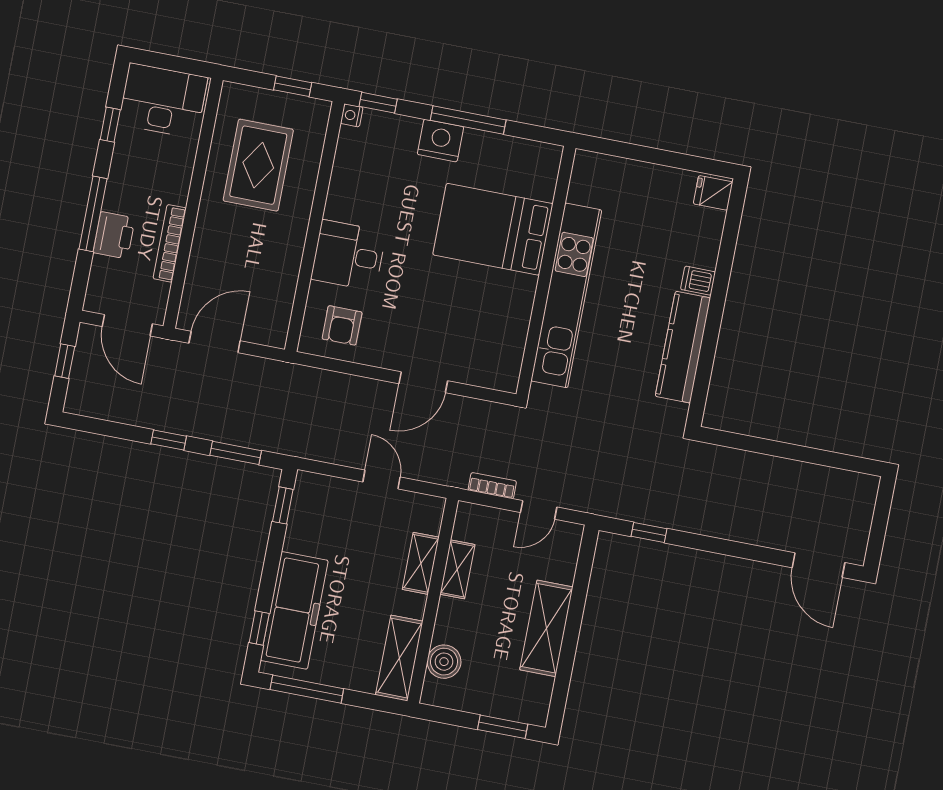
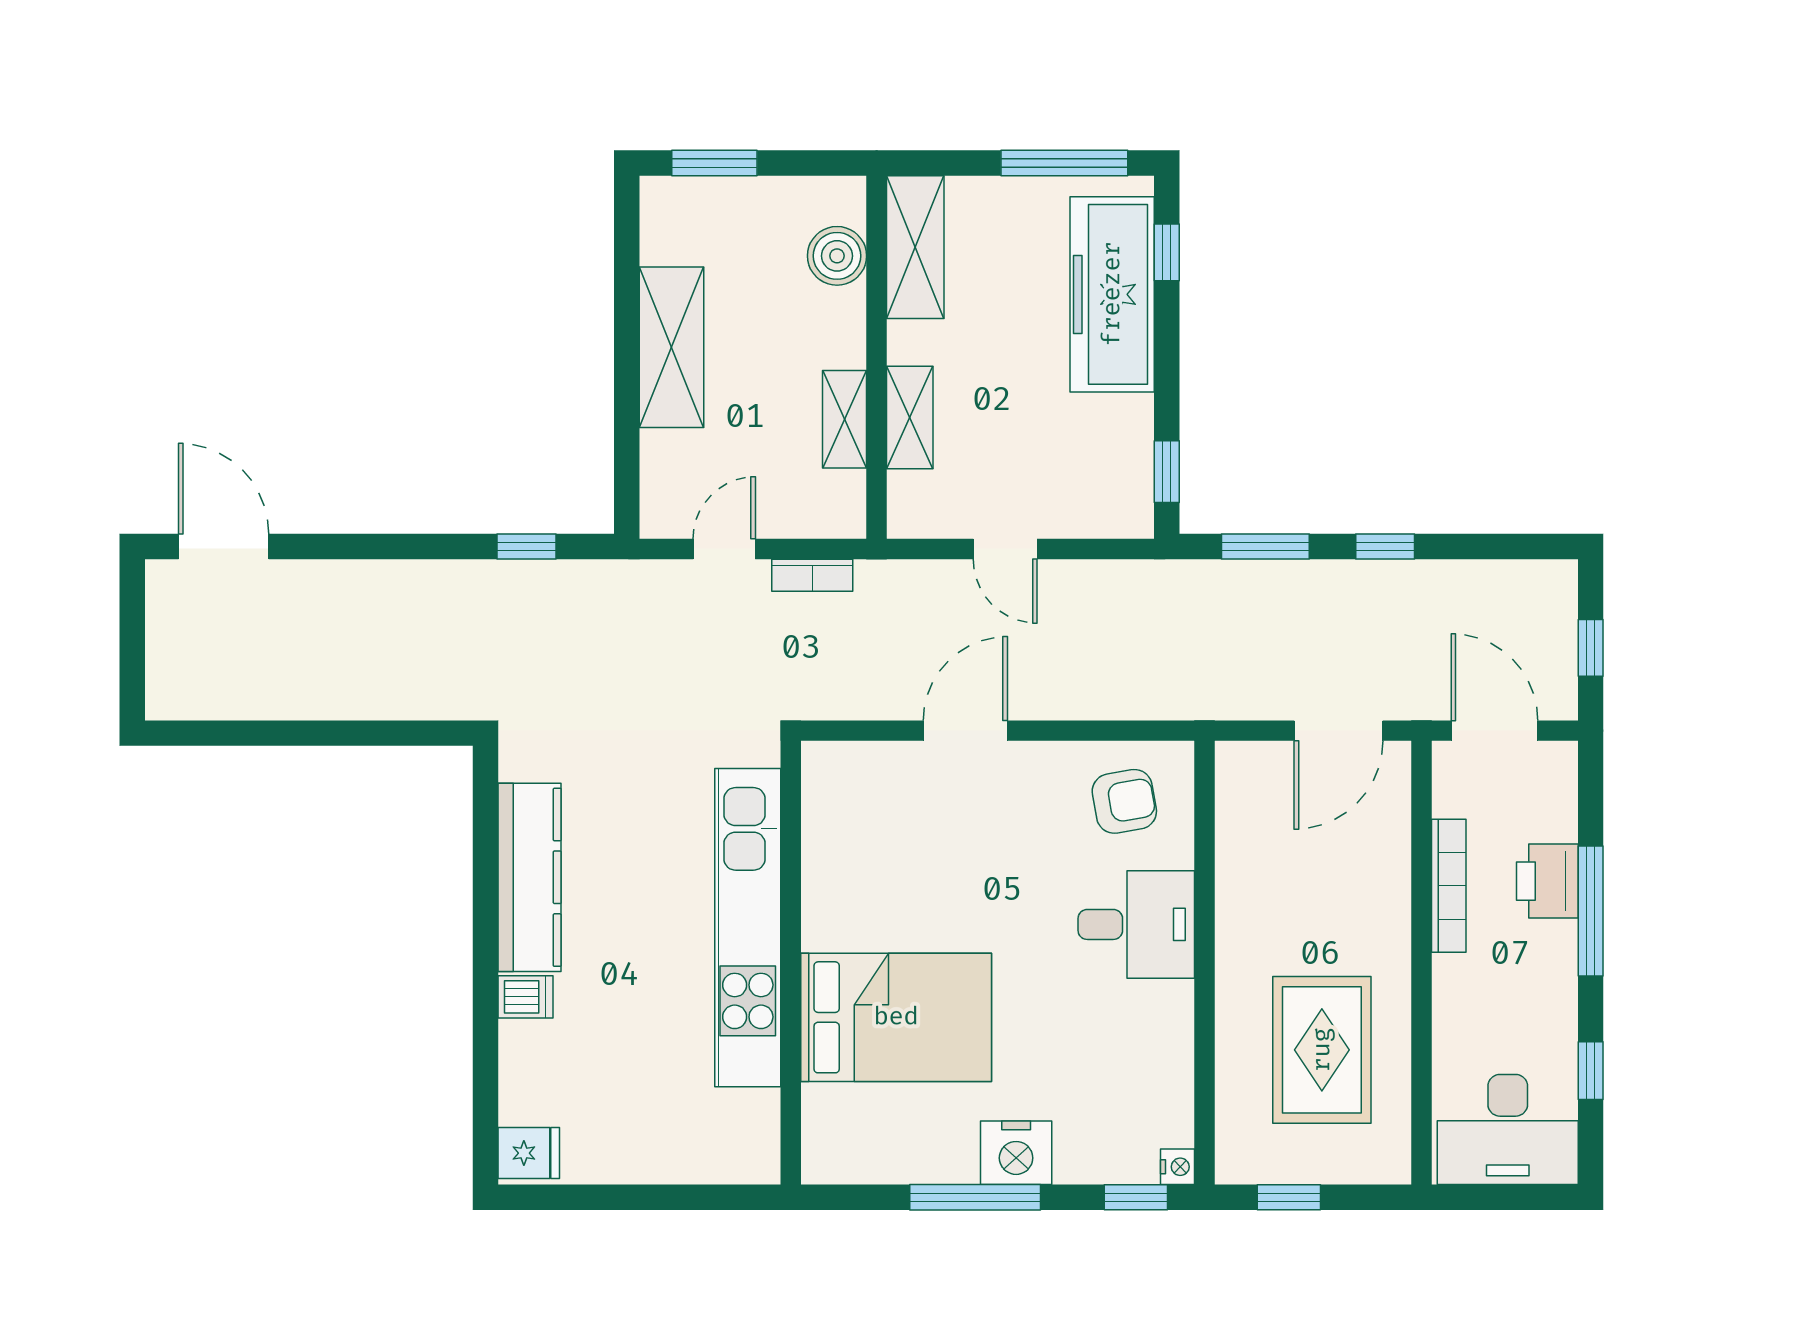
armchair: (342, 325) -> (1124, 801), turned 80

